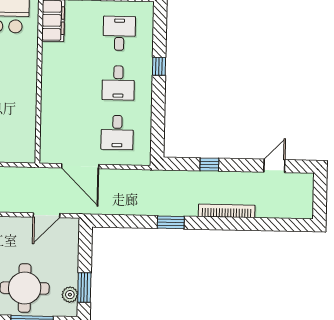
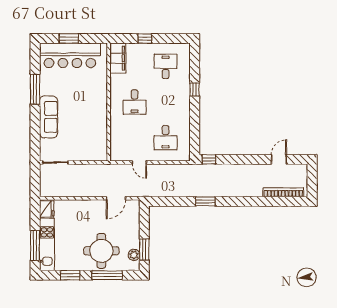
desk: (118, 83) -> (135, 102), moved
window: (209, 165) -> (209, 159), moved
door: (80, 166) -> (139, 162), width x0.53
bookcase: (227, 211) -> (283, 192), moved

